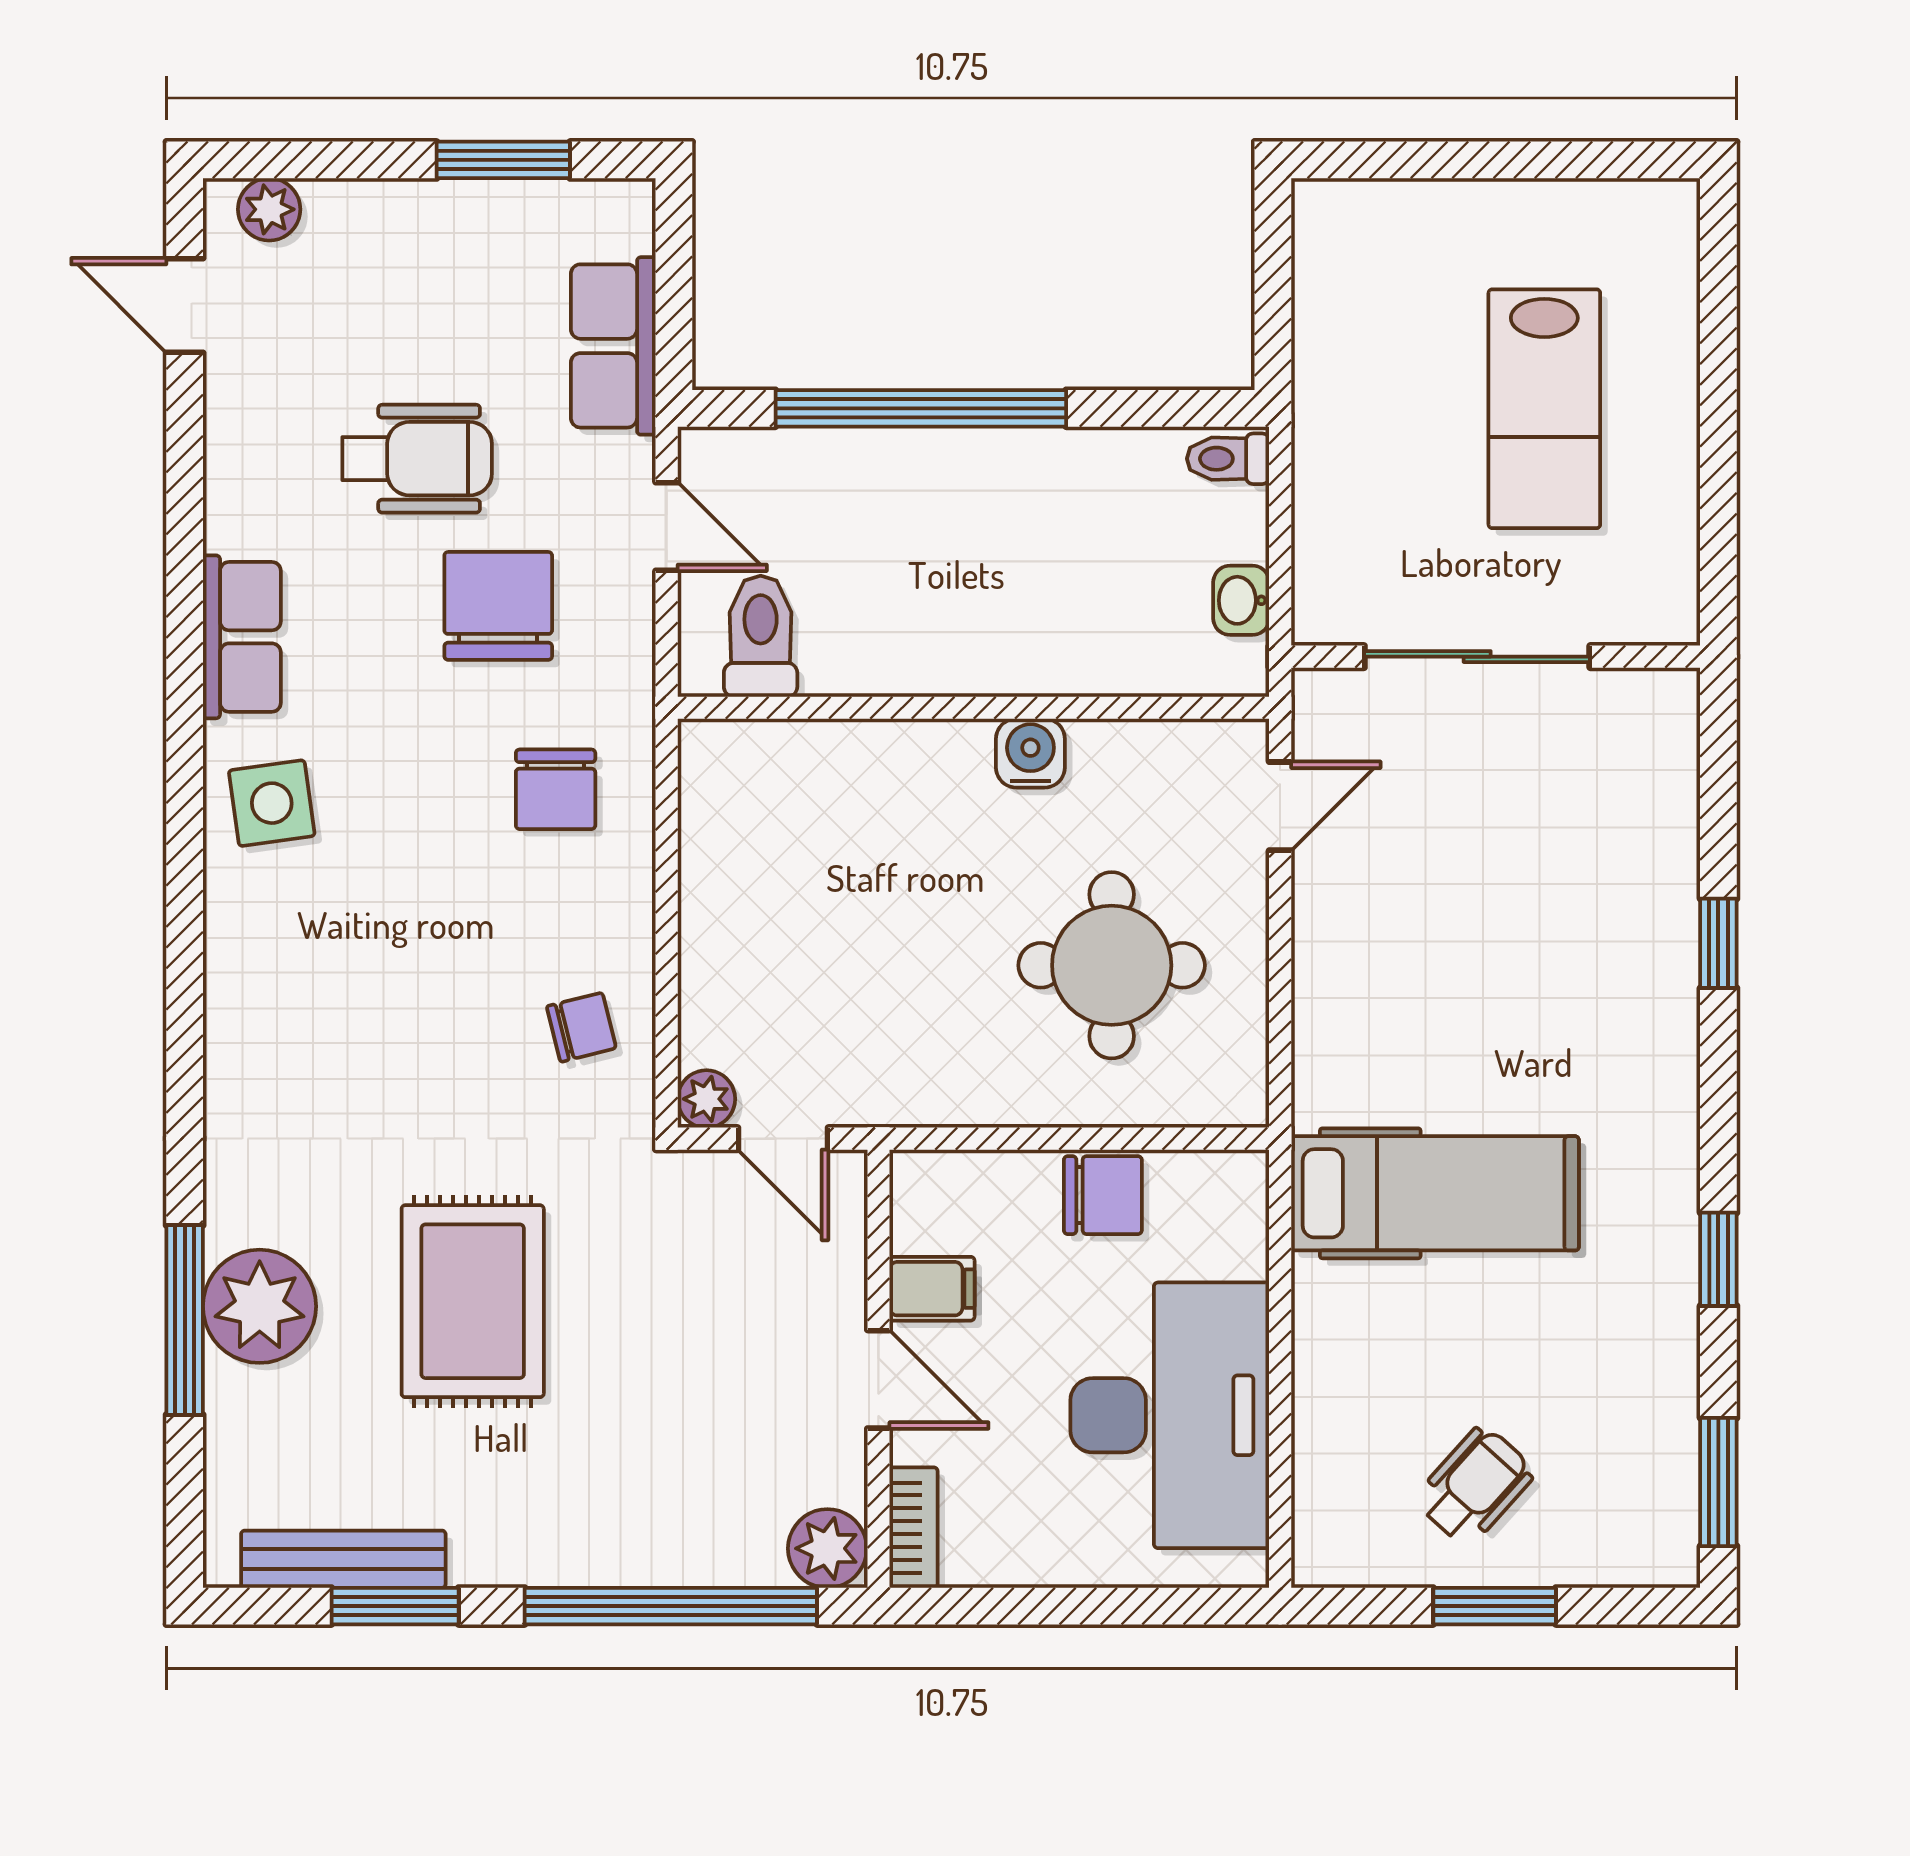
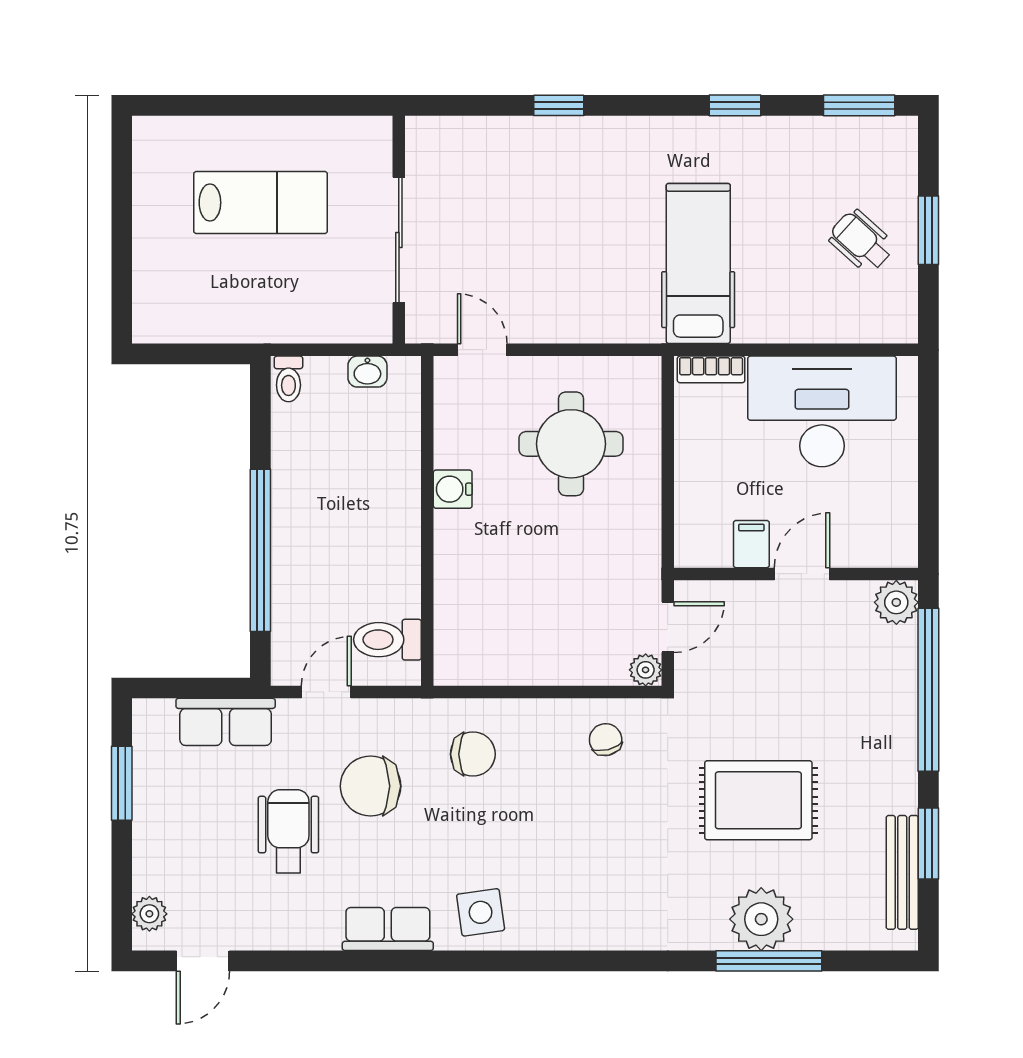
chair: (1103, 1195) -> (699, 449), removed
bookcase: (914, 1528) -> (711, 369), moved, turned 180

